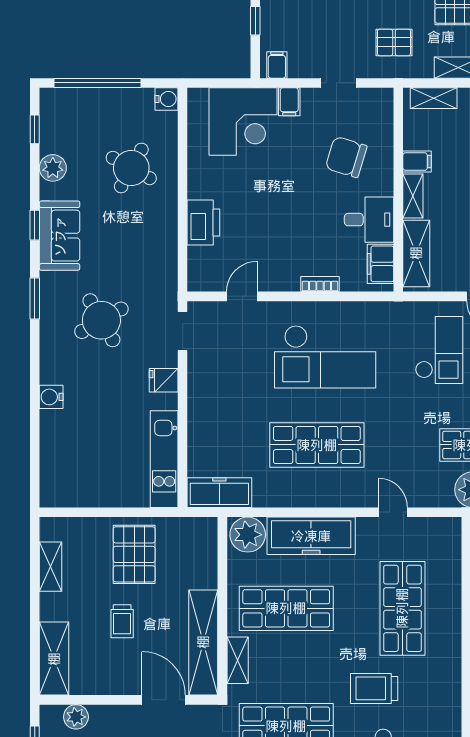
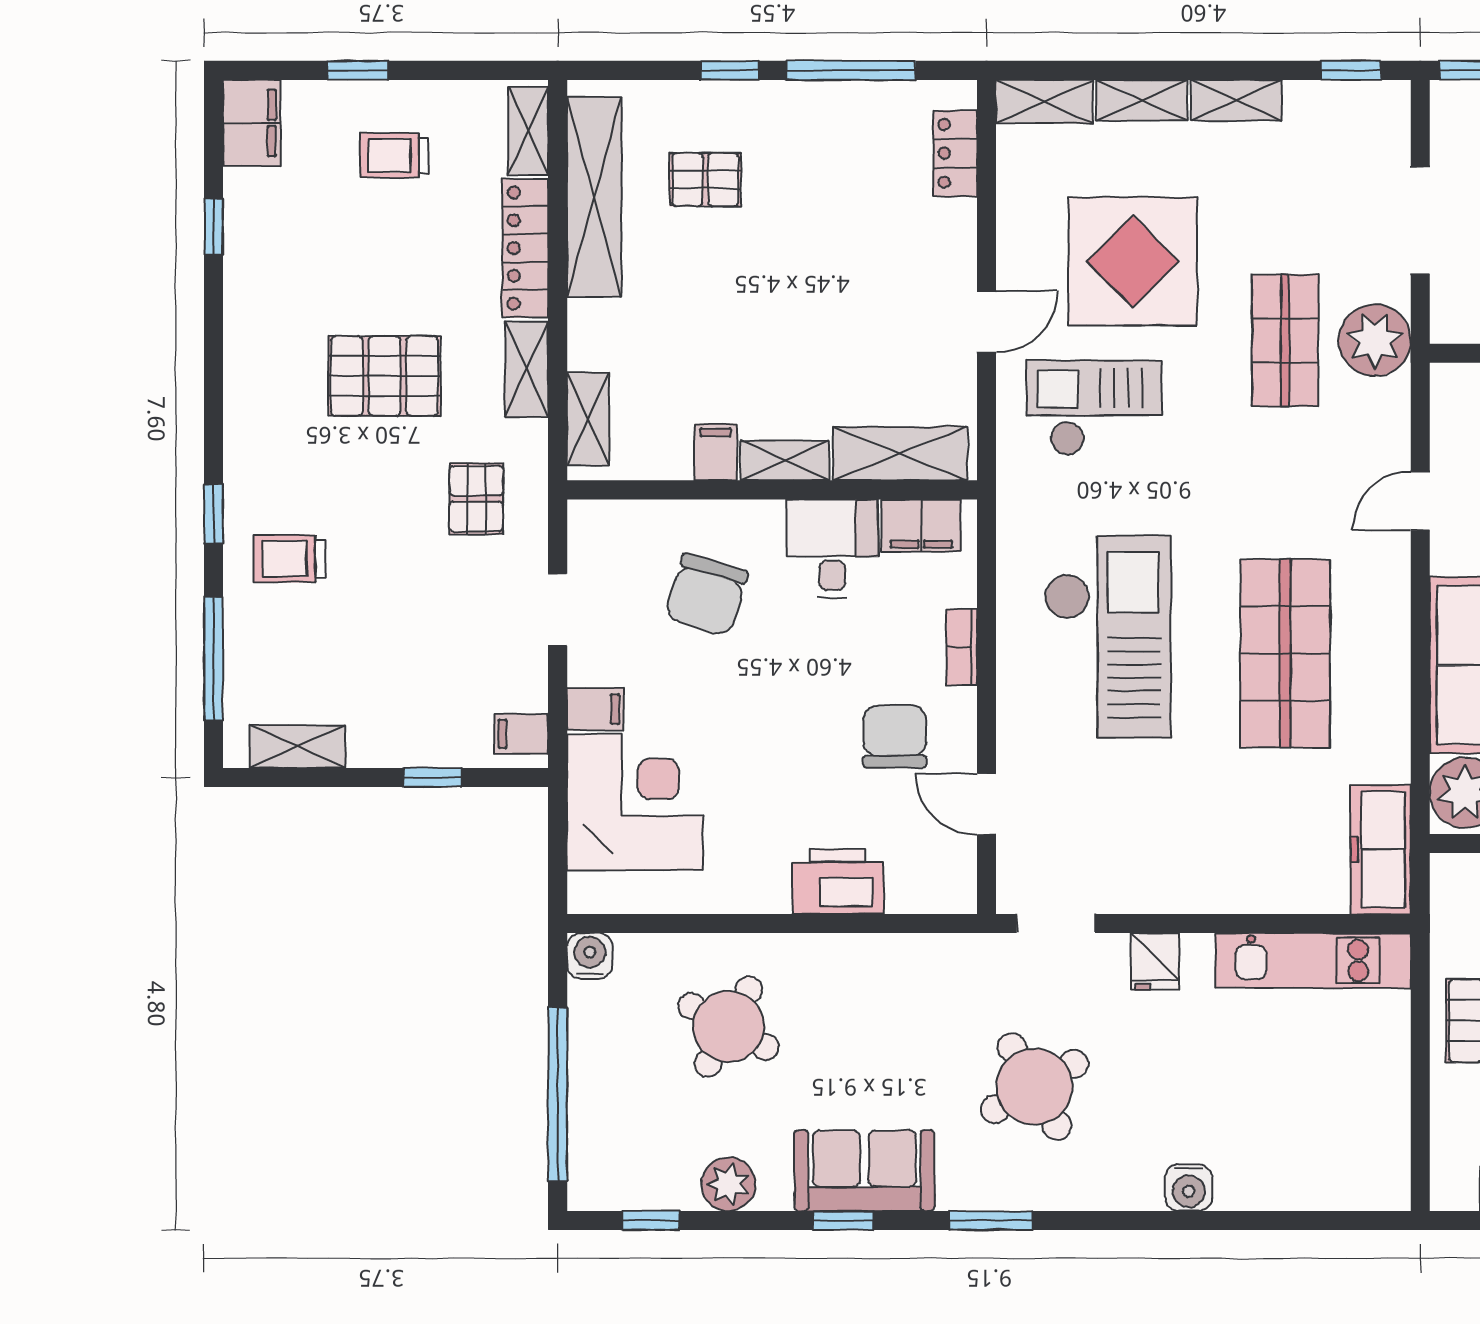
chair: (276, 251) -> (895, 736), added

